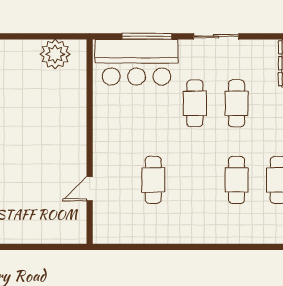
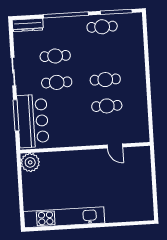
plant: (55, 54) -> (30, 162), moved
cafe table: (237, 180) -> (105, 80), moved

